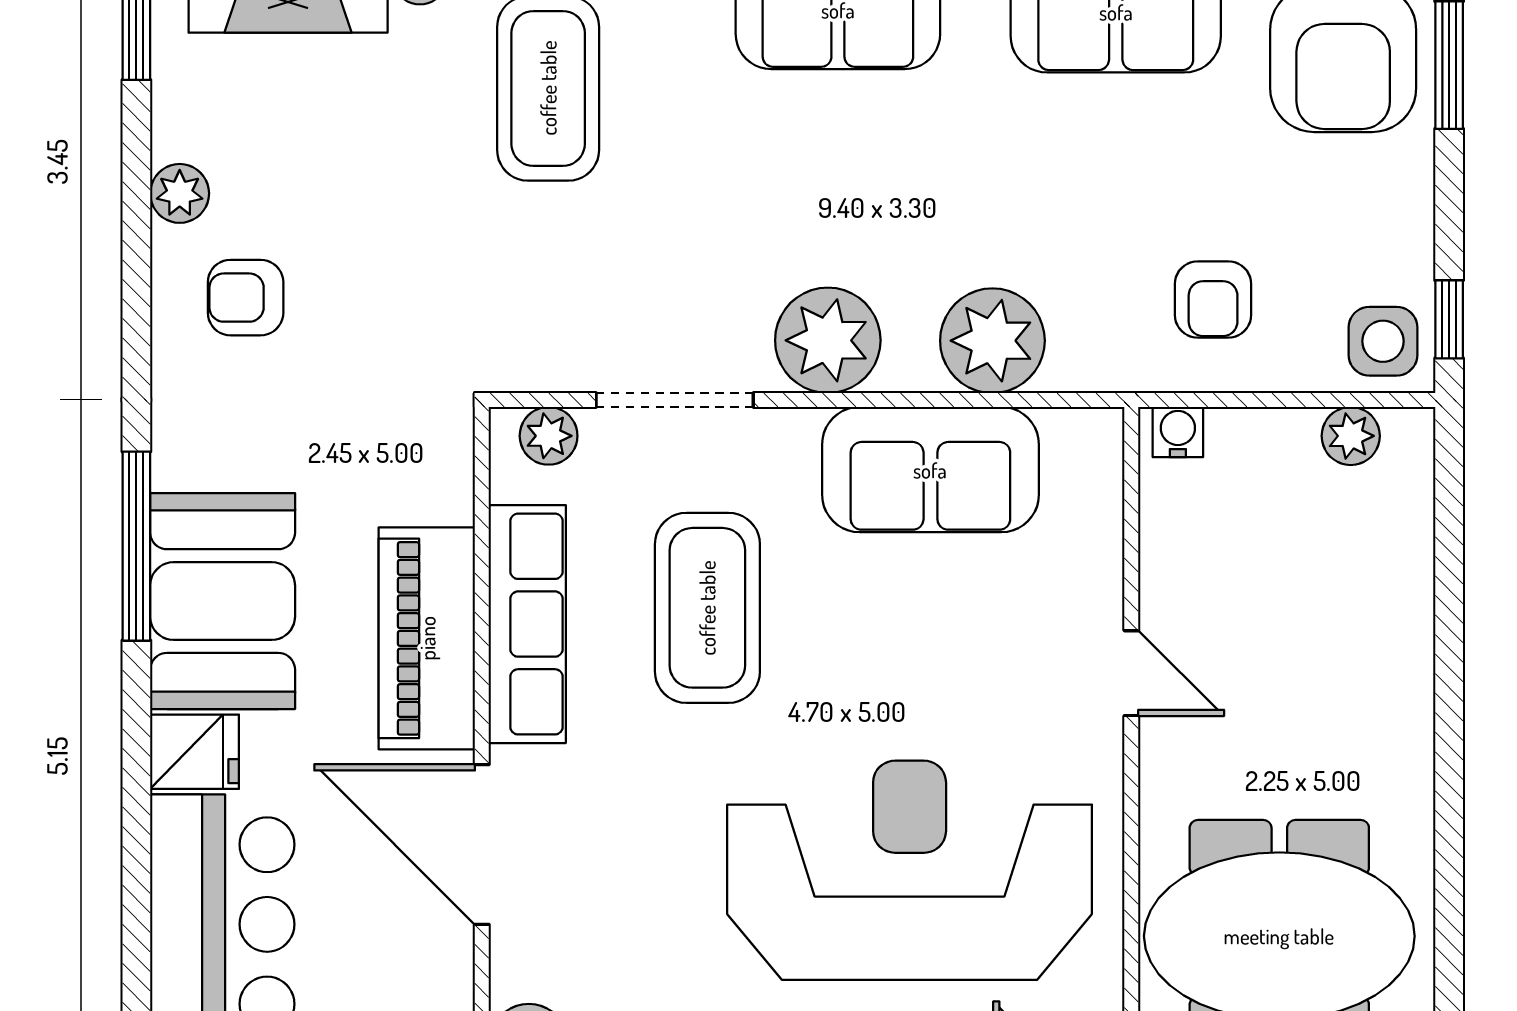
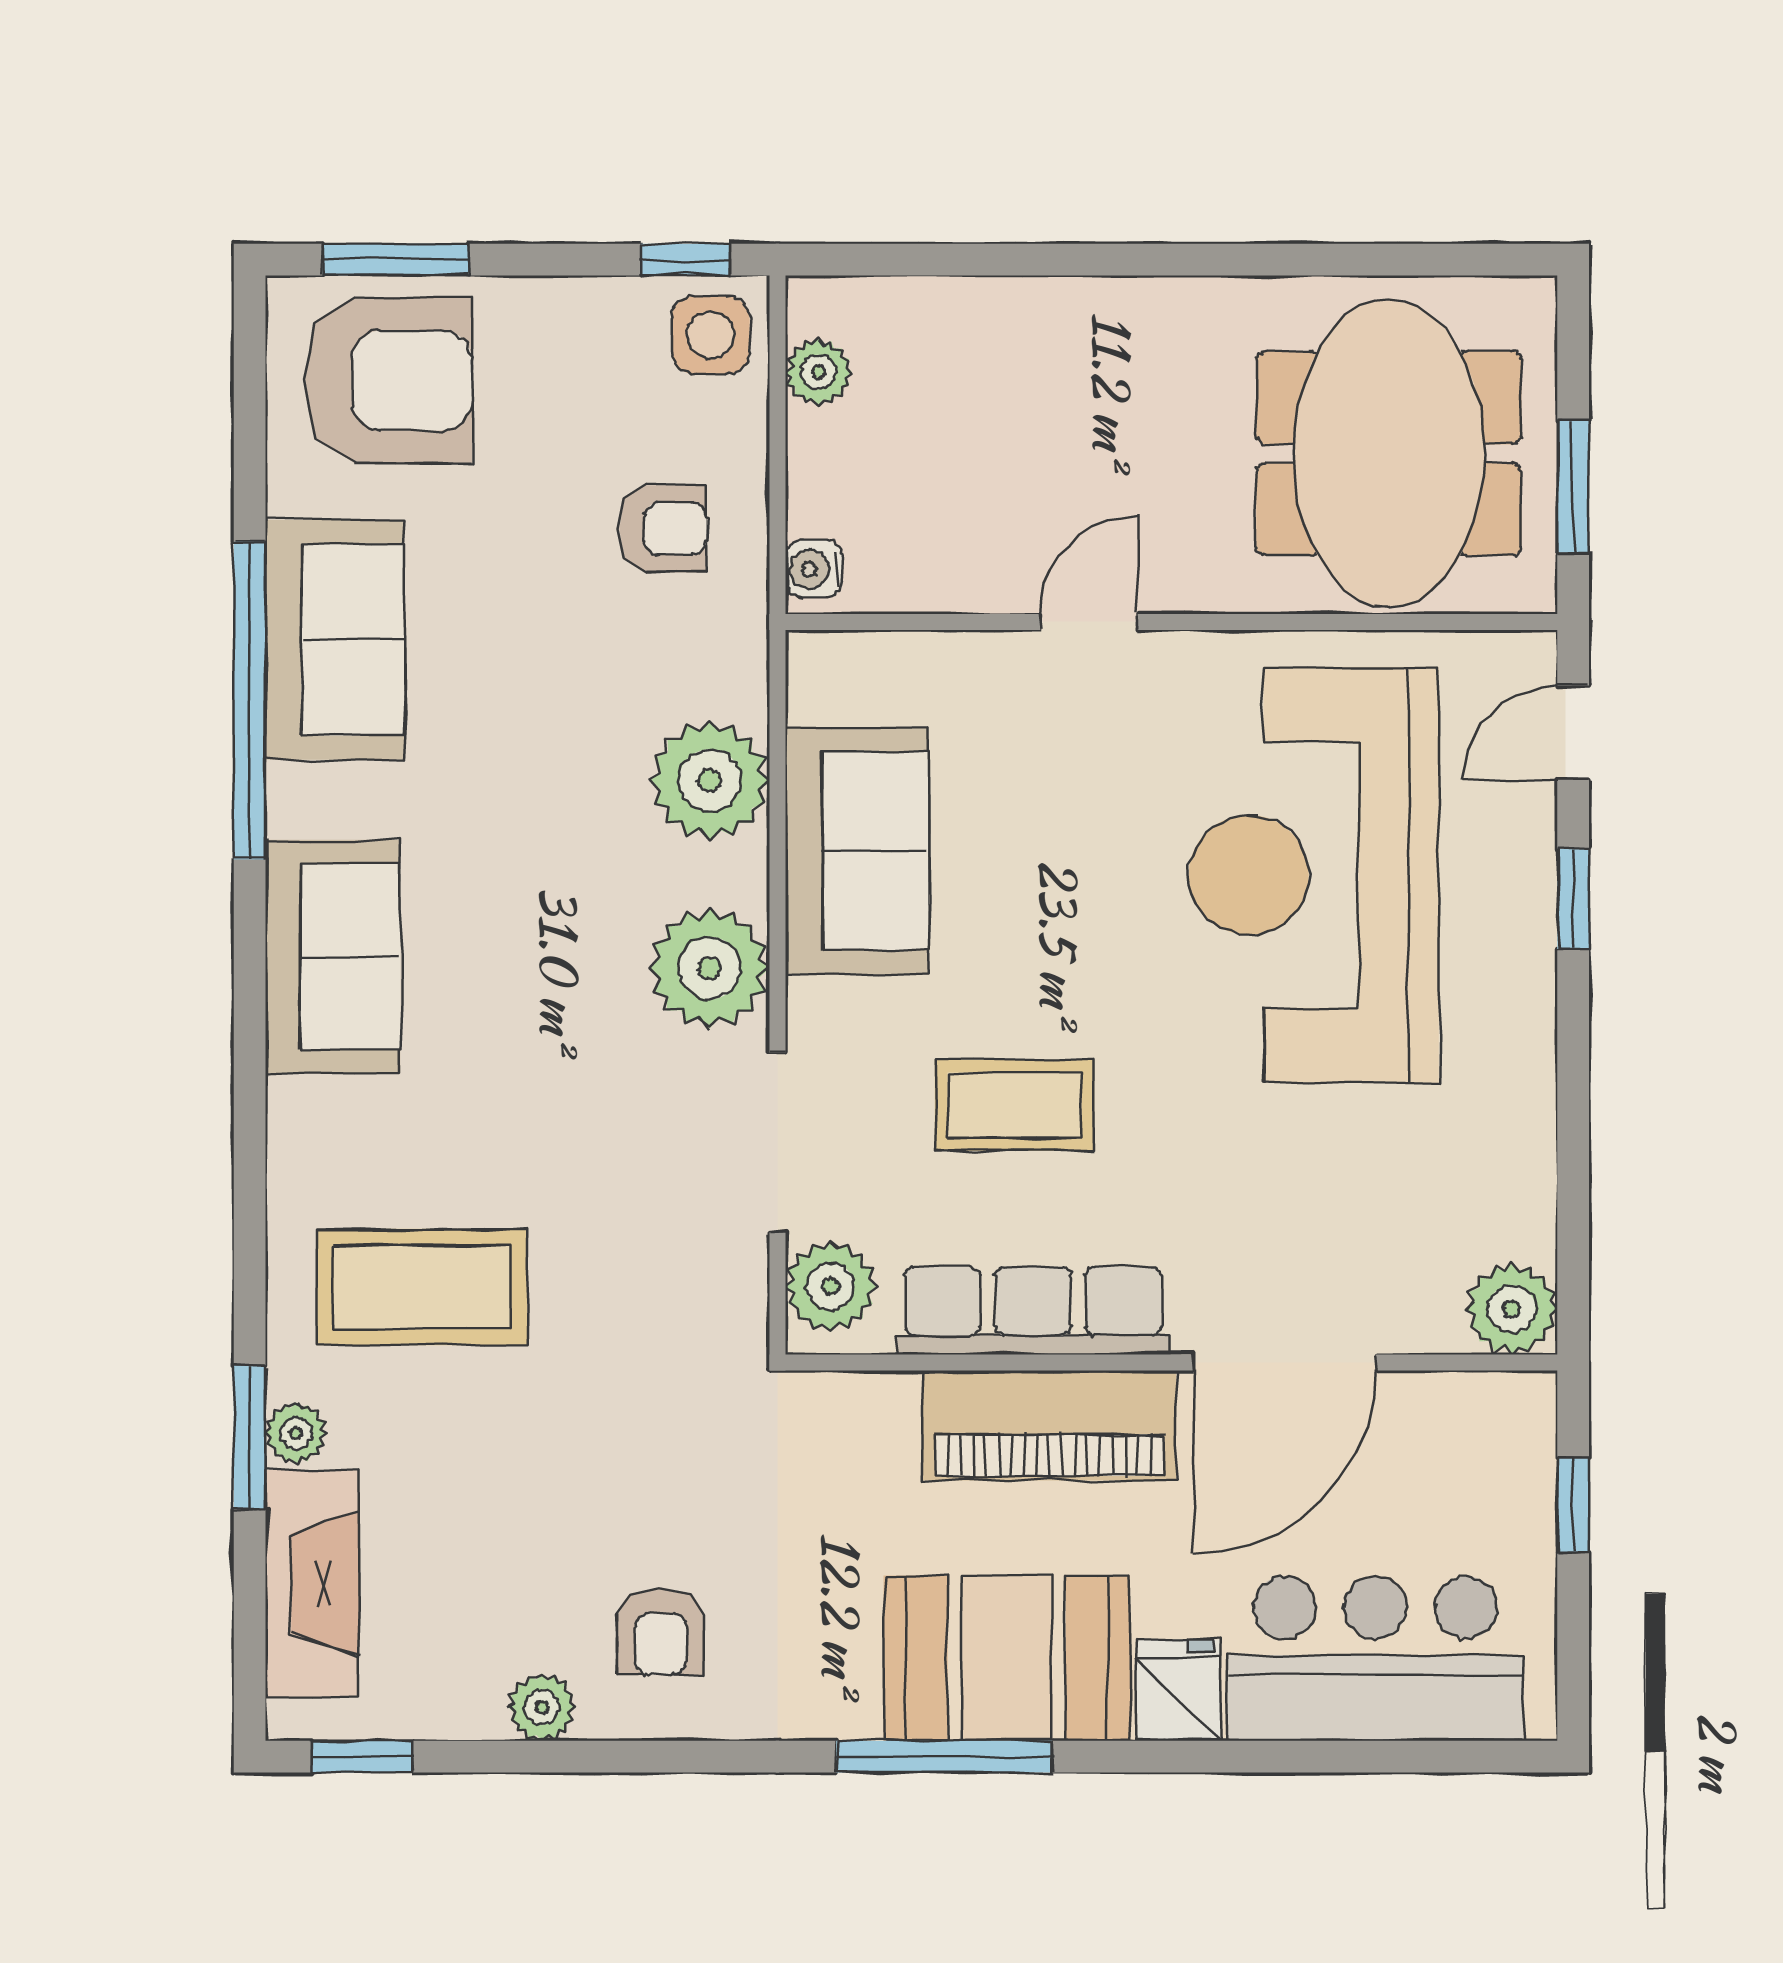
plant: (549, 436) -> (831, 1286), width x1.38, depth x1.38
coffee table: (707, 608) -> (1014, 1105), width x0.73, depth x0.76

